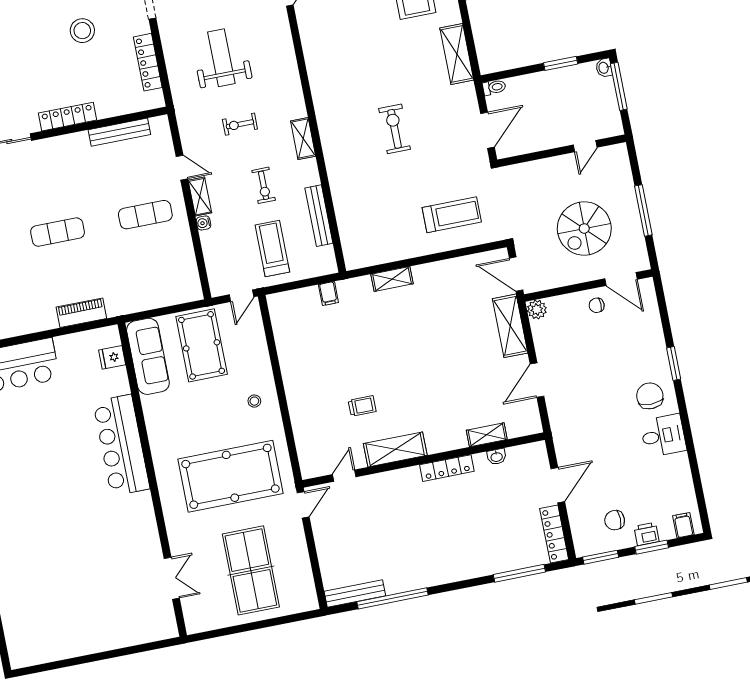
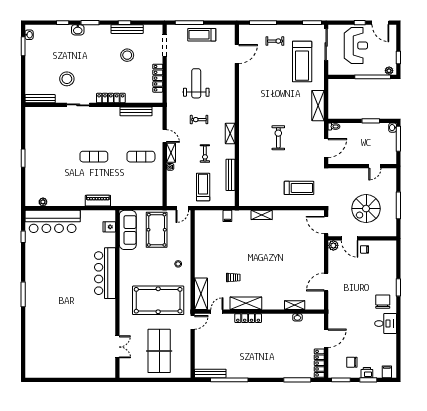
door: (621, 279) -> (350, 238), moved
shelving: (510, 326) -> (201, 294), moved
locker: (447, 468) -> (248, 318), moved

